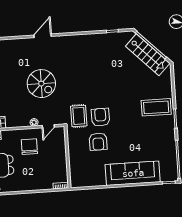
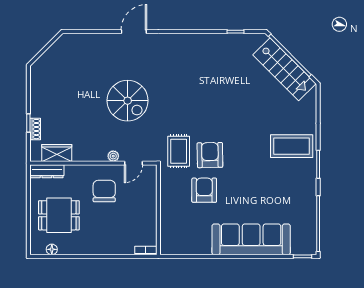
armchair: (98, 142) -> (204, 190), turned 180

